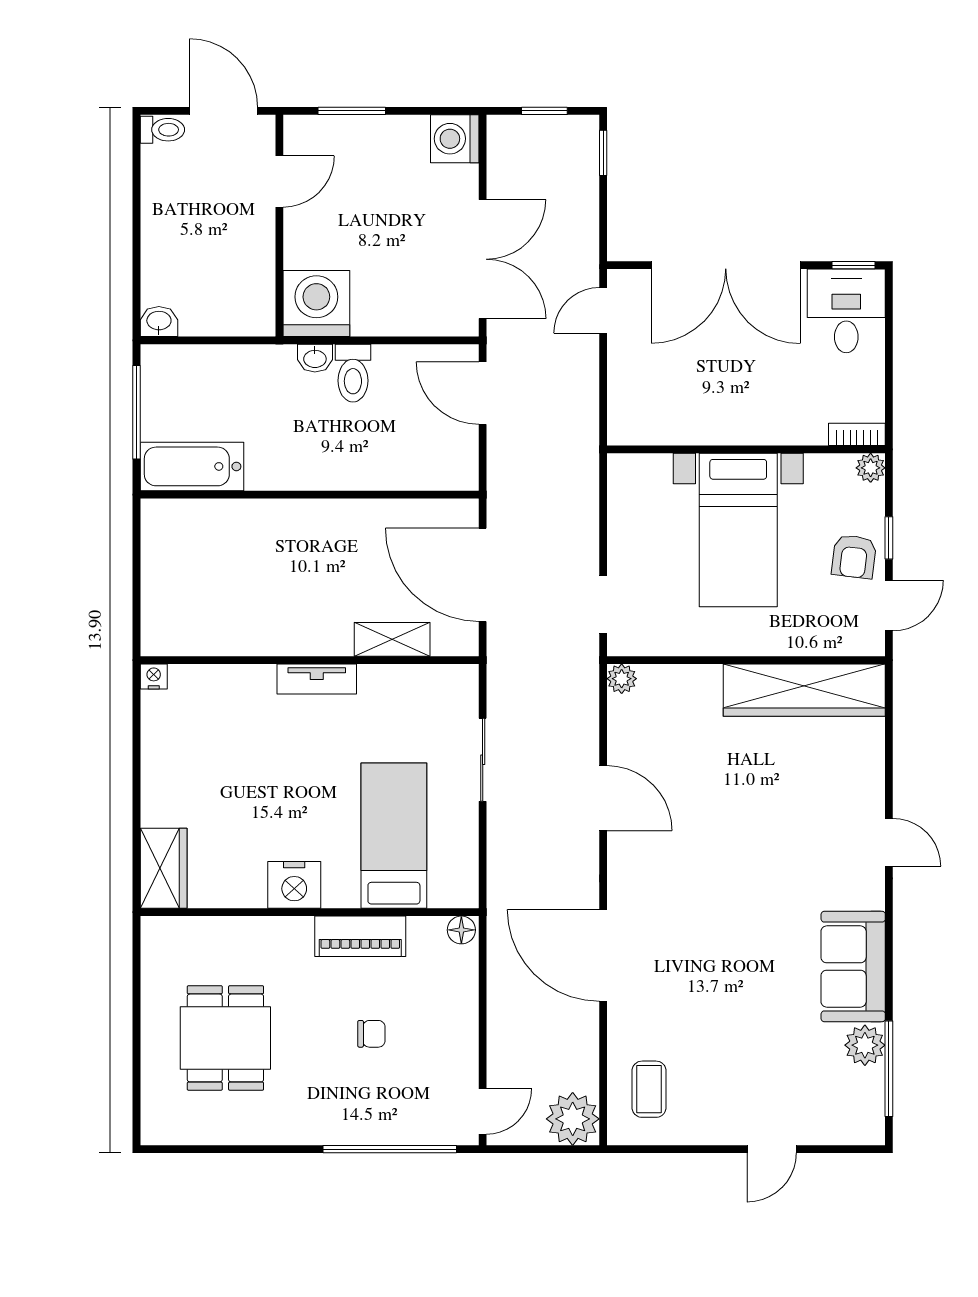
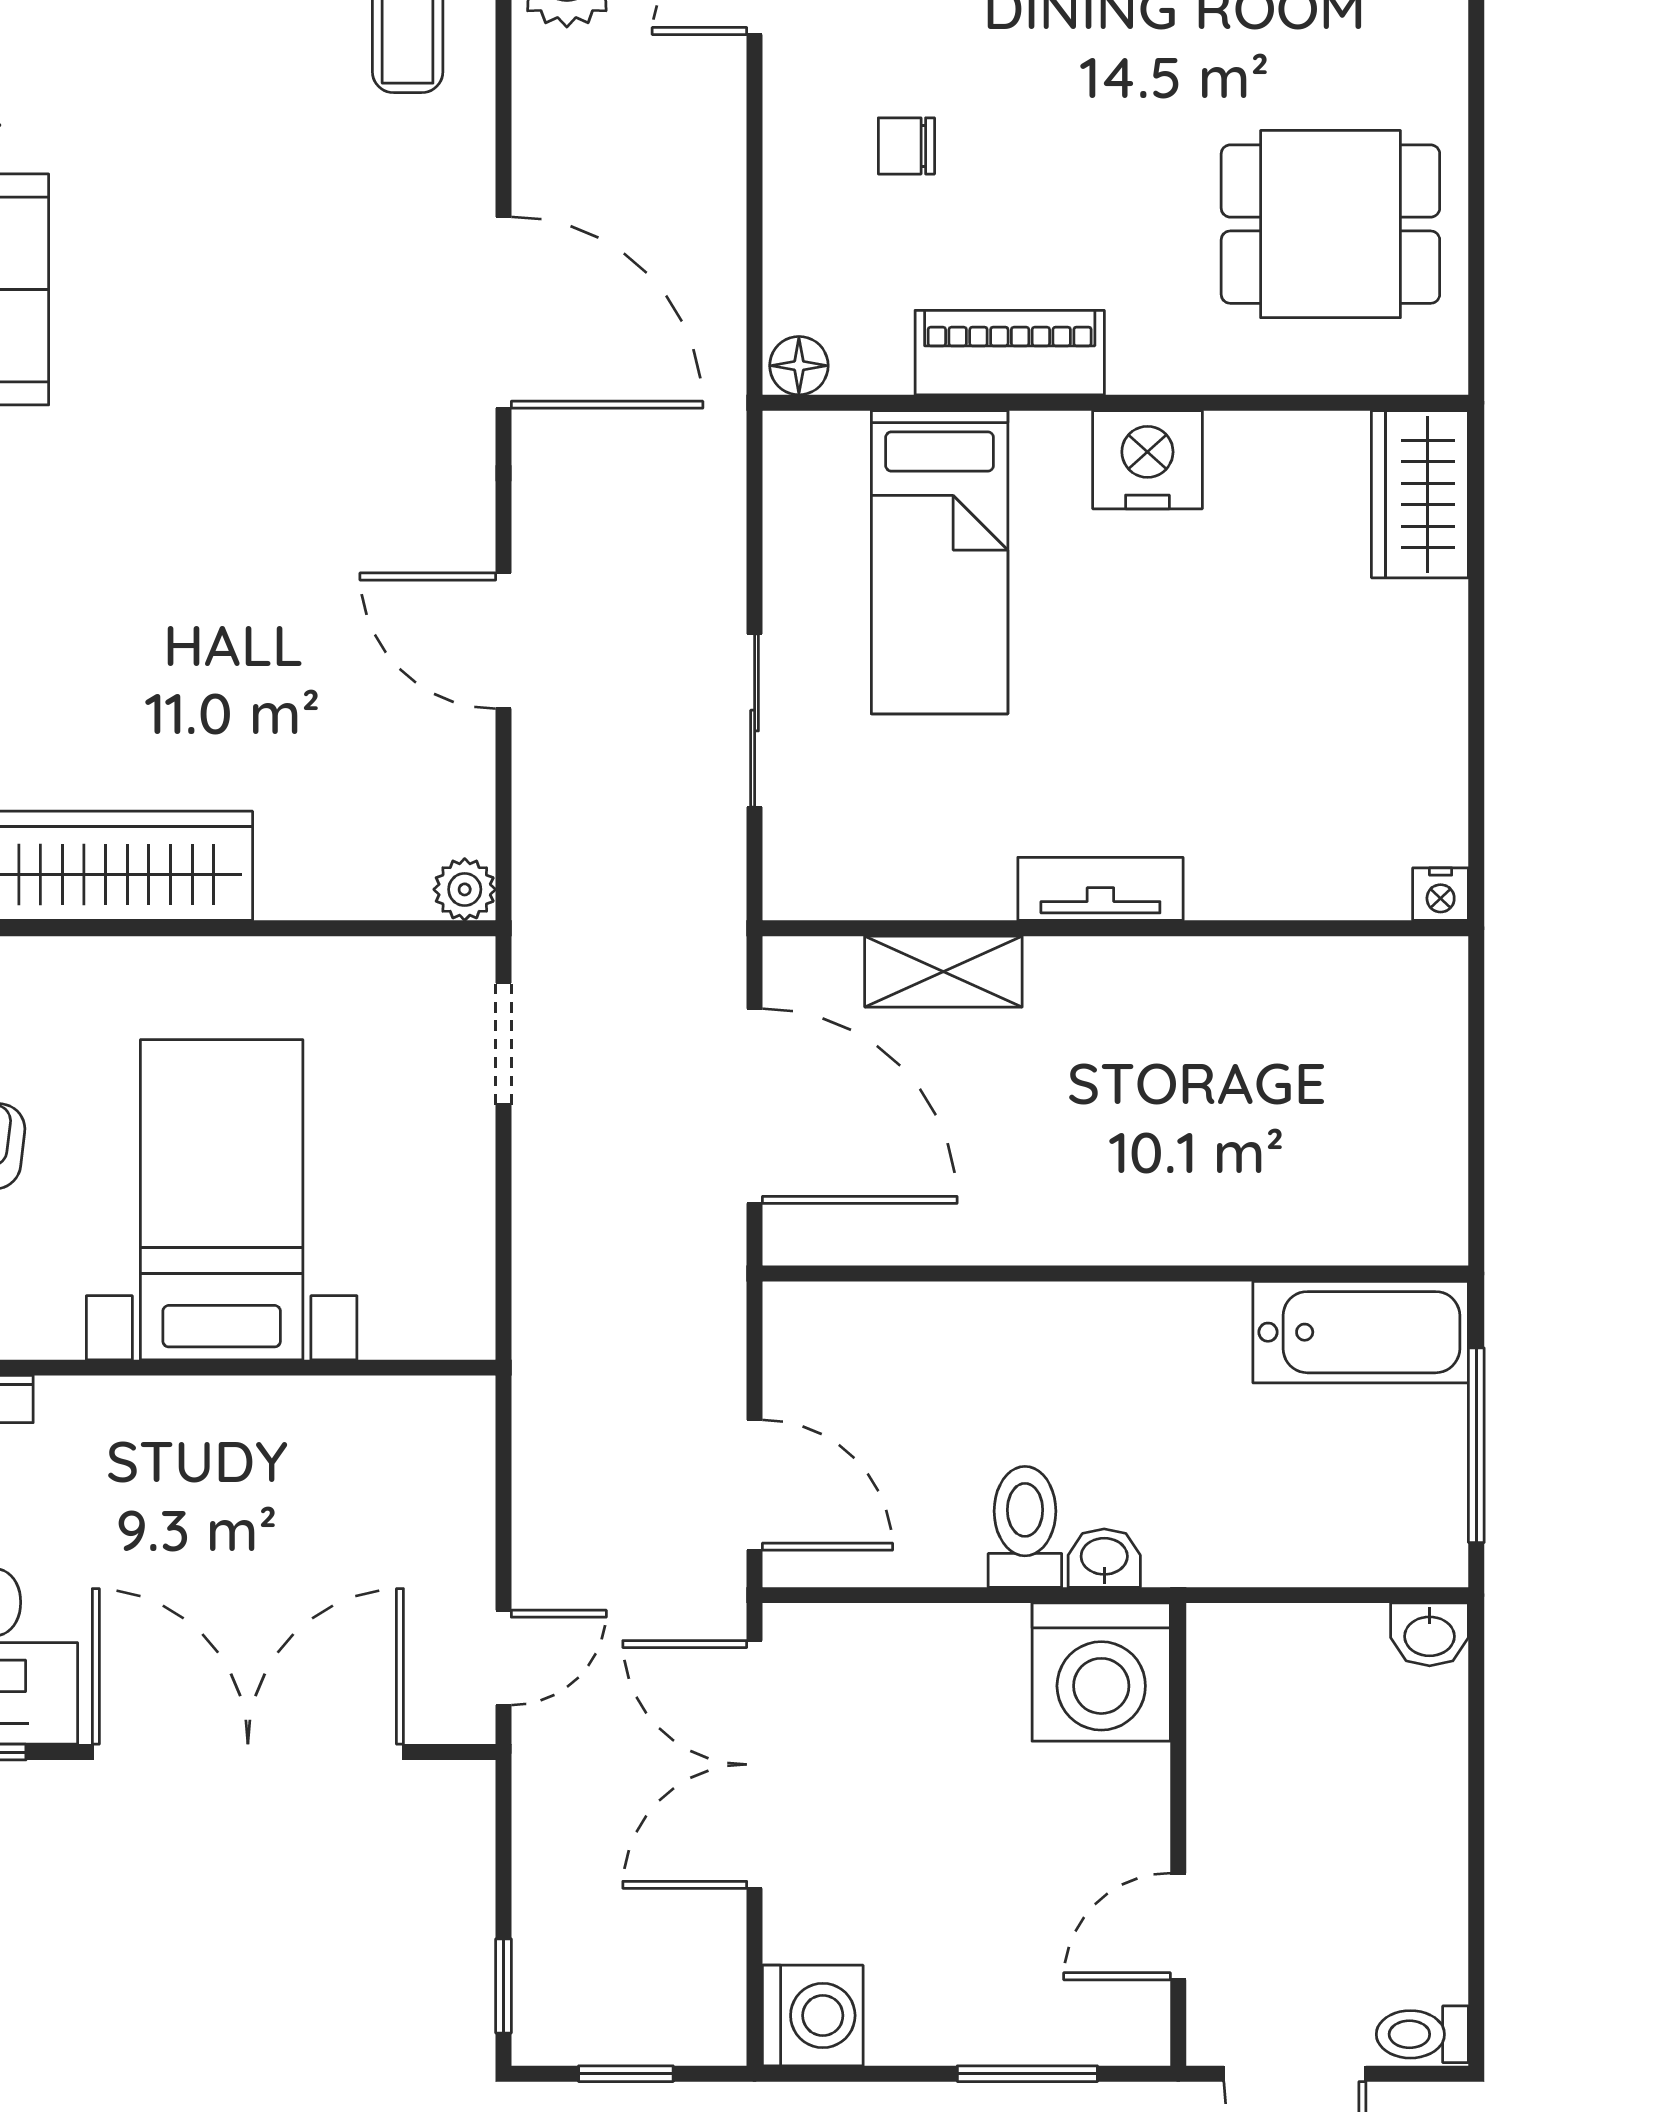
chair: (371, 1034) -> (906, 146), moved
dining table: (225, 1038) -> (1330, 224), moved, turned 90

